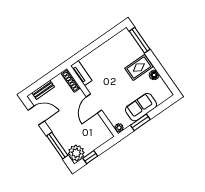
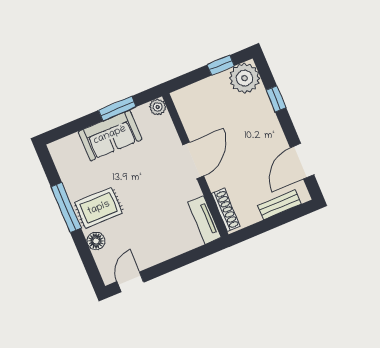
door: (113, 32) -> (130, 282), added
window: (140, 40) -> (66, 207), moved
floor lamp: (154, 75) -> (96, 241), moved
door: (36, 116) -> (302, 161), hinge flipped
window: (57, 146) -> (276, 99), width x0.46

